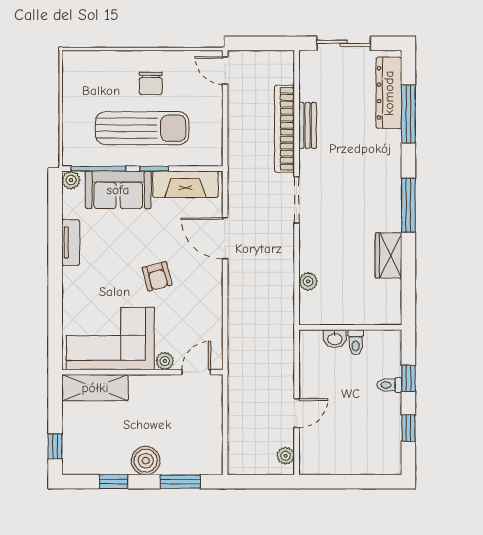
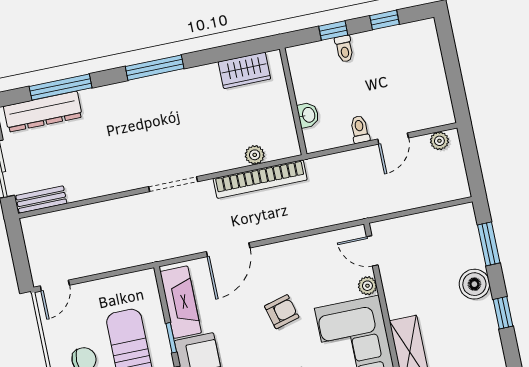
bench: (308, 125) -> (41, 199), moved
bookcase: (284, 129) -> (260, 179), moved
wardrobe: (389, 256) -> (244, 70), moved
toilet: (356, 342) -> (360, 129), moved, turned -90
door: (297, 413) -> (393, 139), swing flipped

